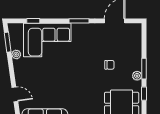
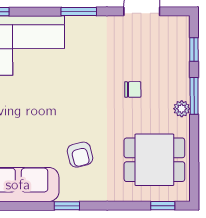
window: (144, 94) -> (194, 49), moved
armchair: (80, 101) -> (80, 155), added

